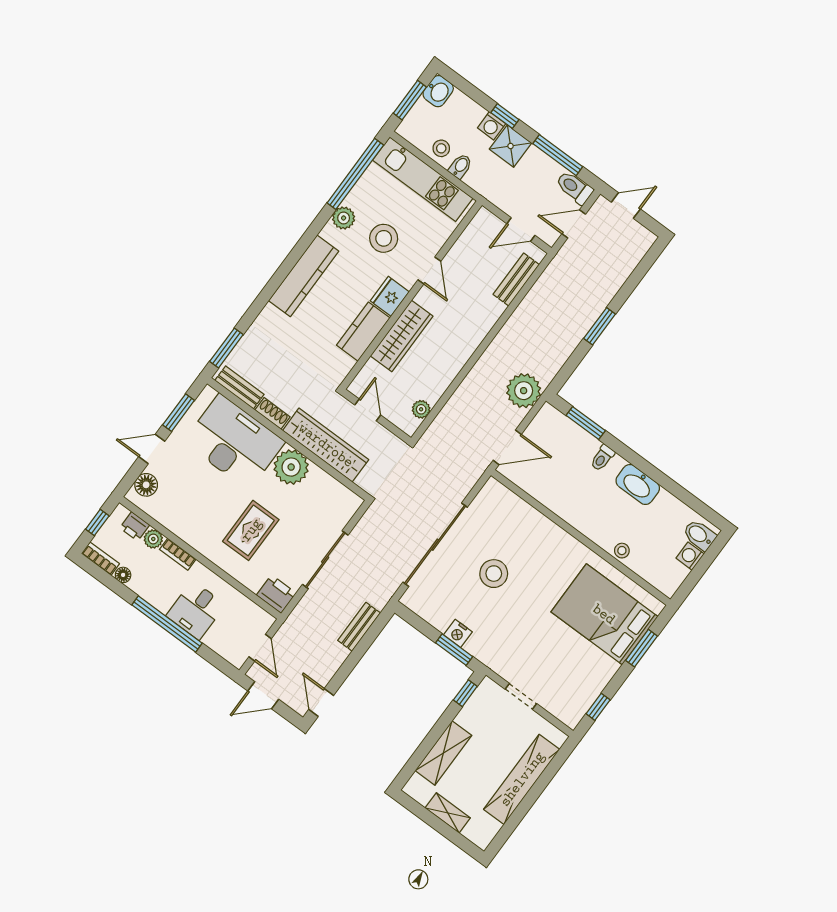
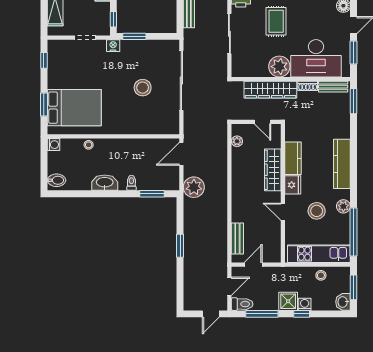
bidet: (460, 166) -> (305, 273), removed
washing machine: (690, 556) -> (53, 145), moved
nightstand: (458, 633) -> (113, 46), moved

